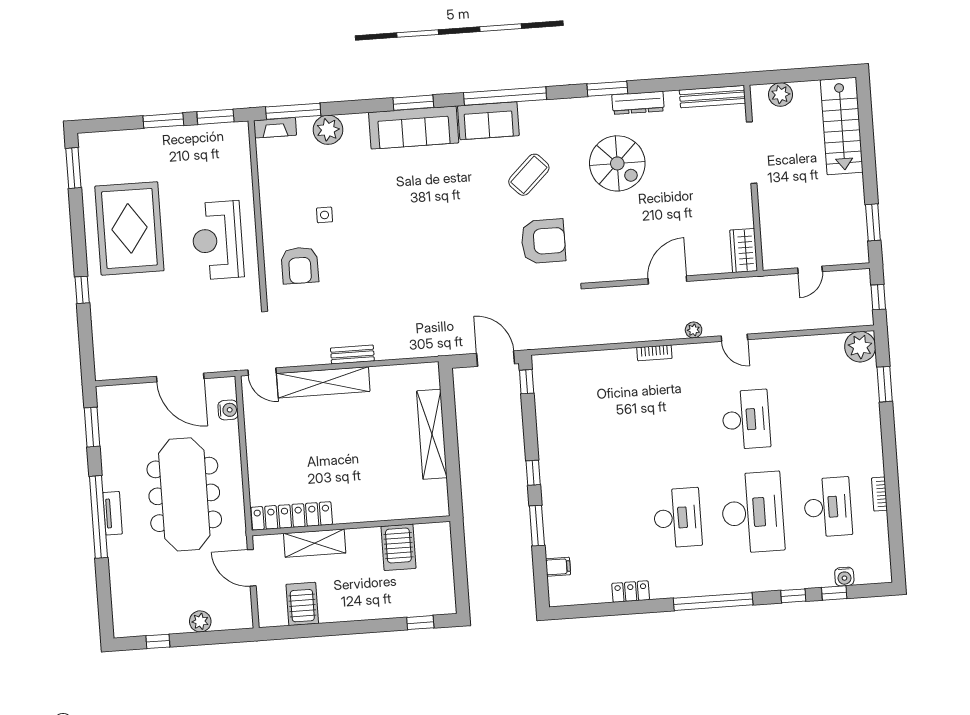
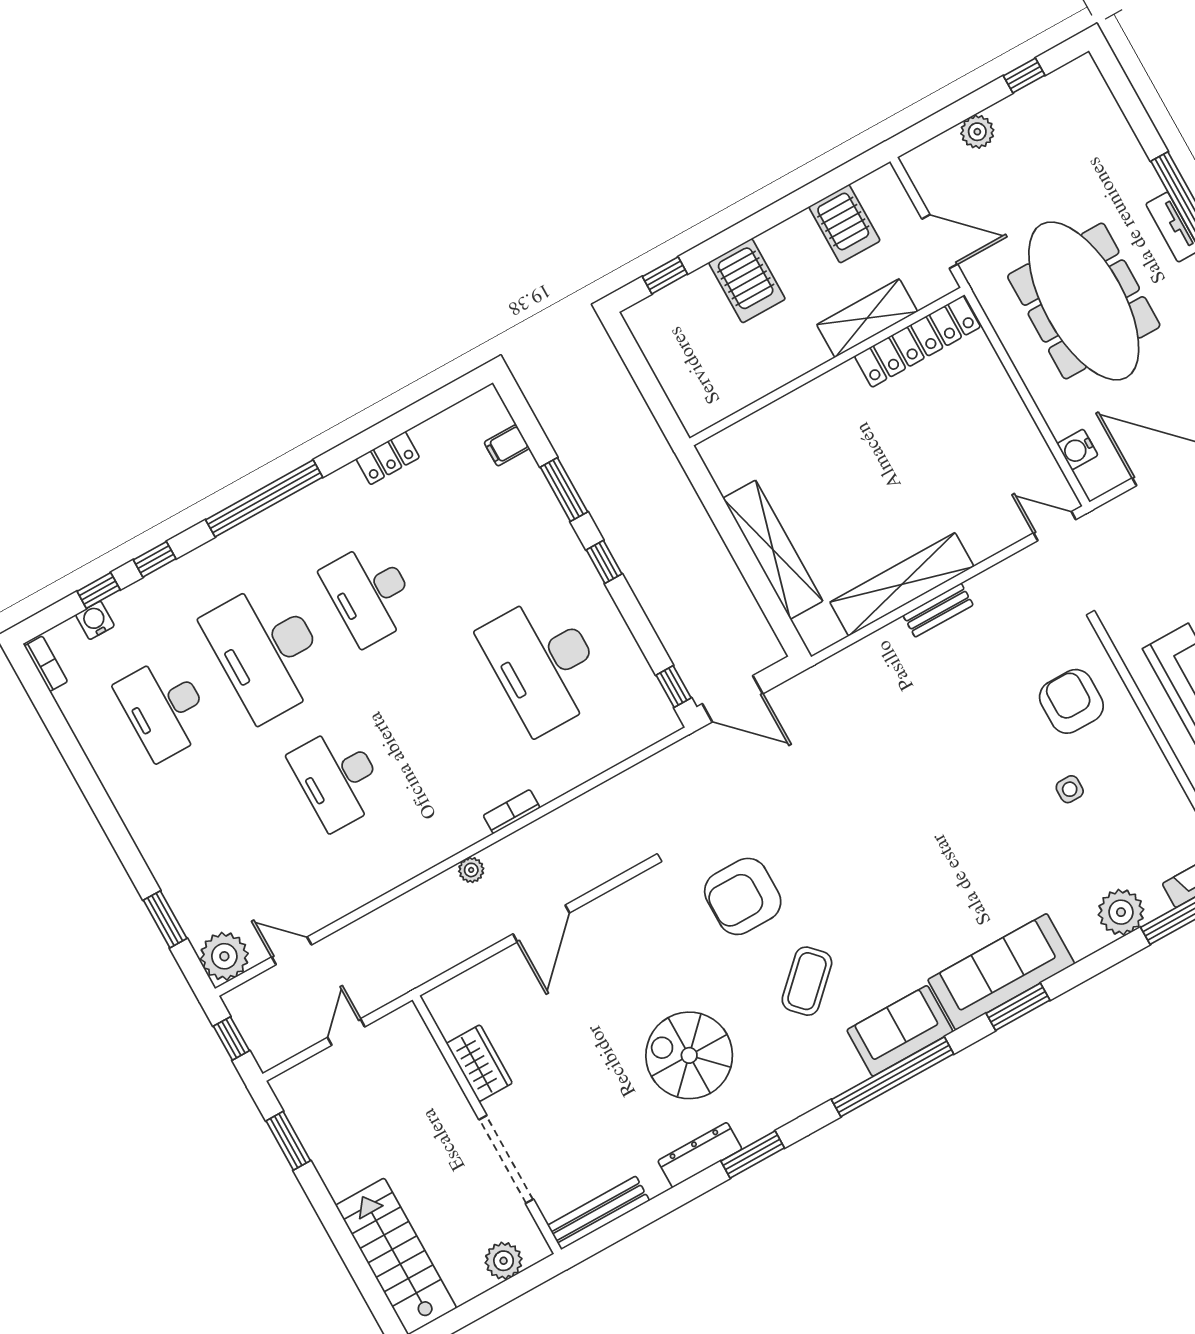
wardrobe: (744, 251) -> (479, 1063), moved
door: (734, 338) -> (292, 951), moved
shelving: (323, 382) -> (902, 584), moved
desk: (596, 430) -> (544, 663), added
bookcase: (879, 494) -> (46, 664), moved
server rack: (399, 547) -> (747, 281), moved, turned 180

